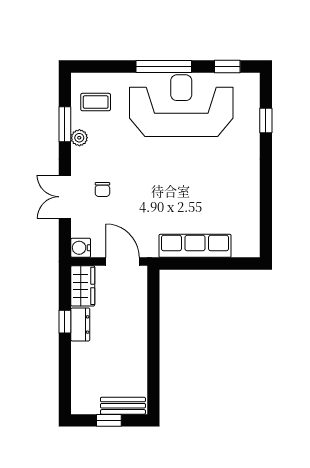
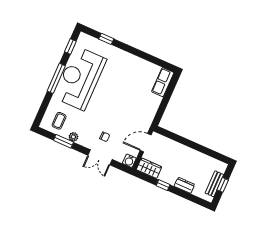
row of seats: (195, 246) -> (163, 82), moved, width x0.68
dresser: (80, 324) -> (184, 185), moved
bench: (123, 406) -> (214, 184), moved

